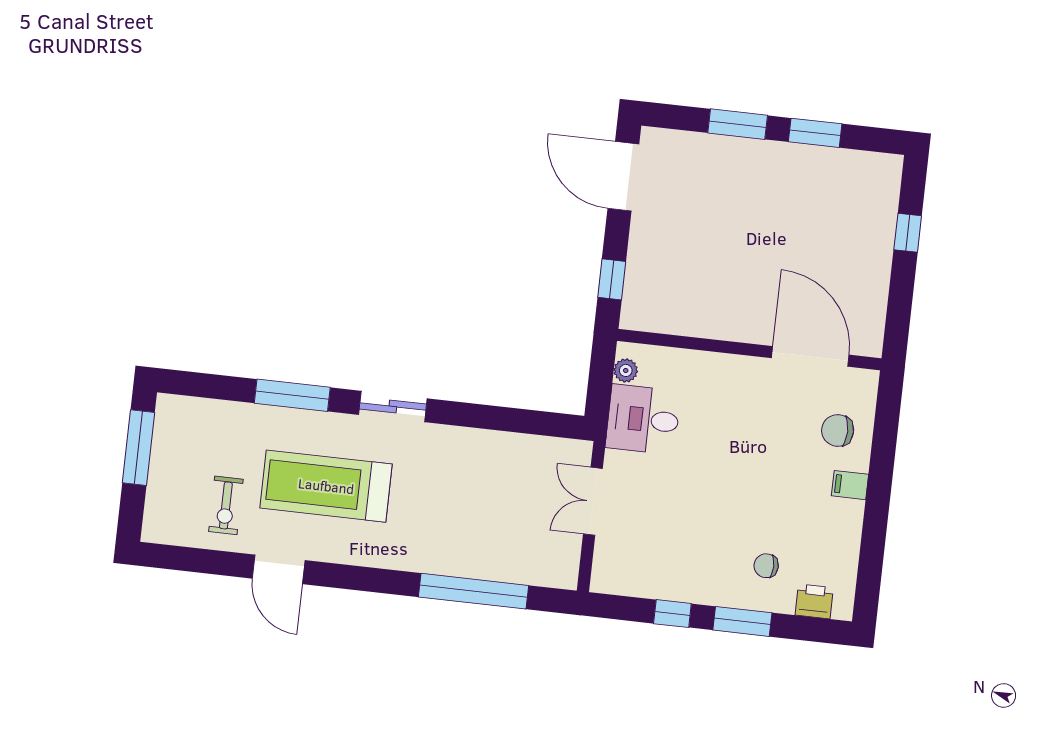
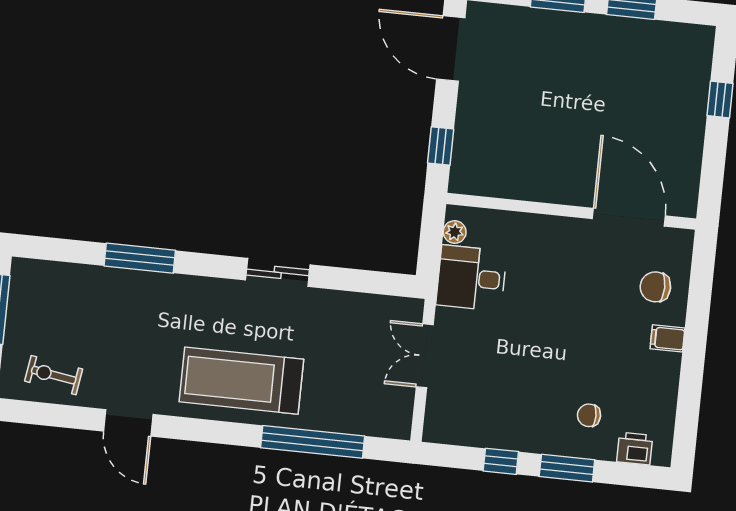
sliding door: (393, 407) -> (278, 272), moved
treadmill: (326, 486) -> (241, 381), moved
exercise bike: (226, 505) -> (54, 375), moved, turned 99

